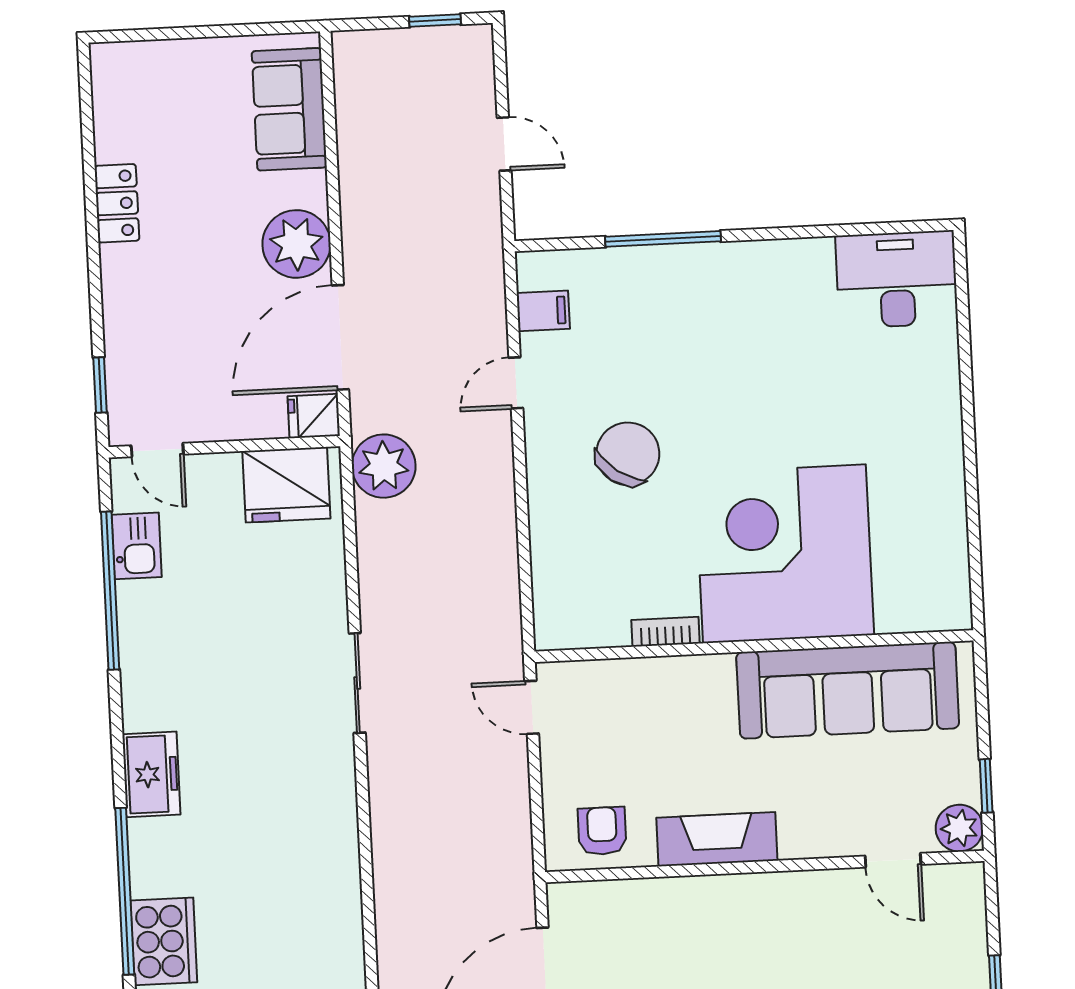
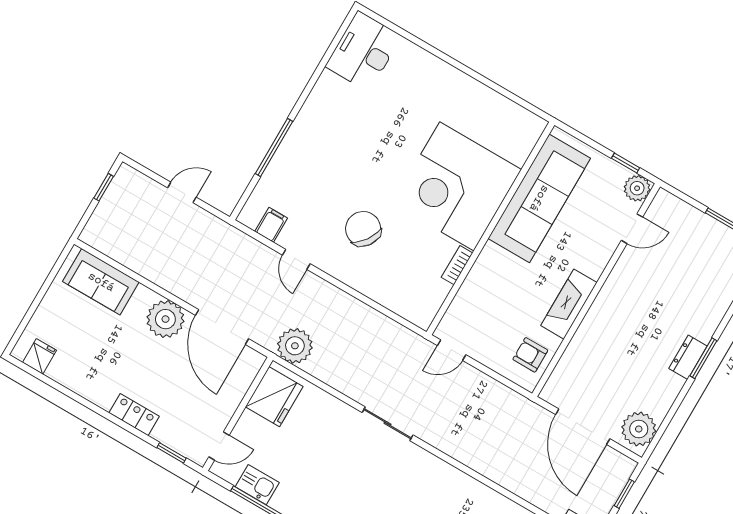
locker: (117, 203) -> (134, 415), moved
fridge: (314, 416) -> (40, 356), moved, turned 180

